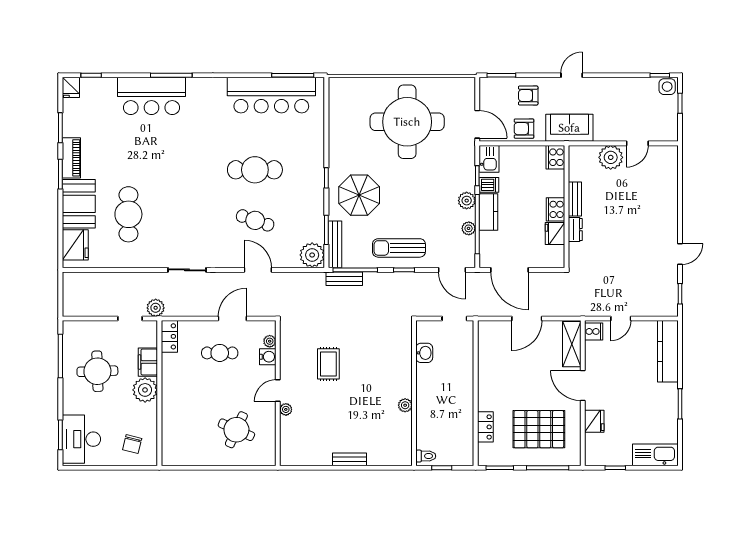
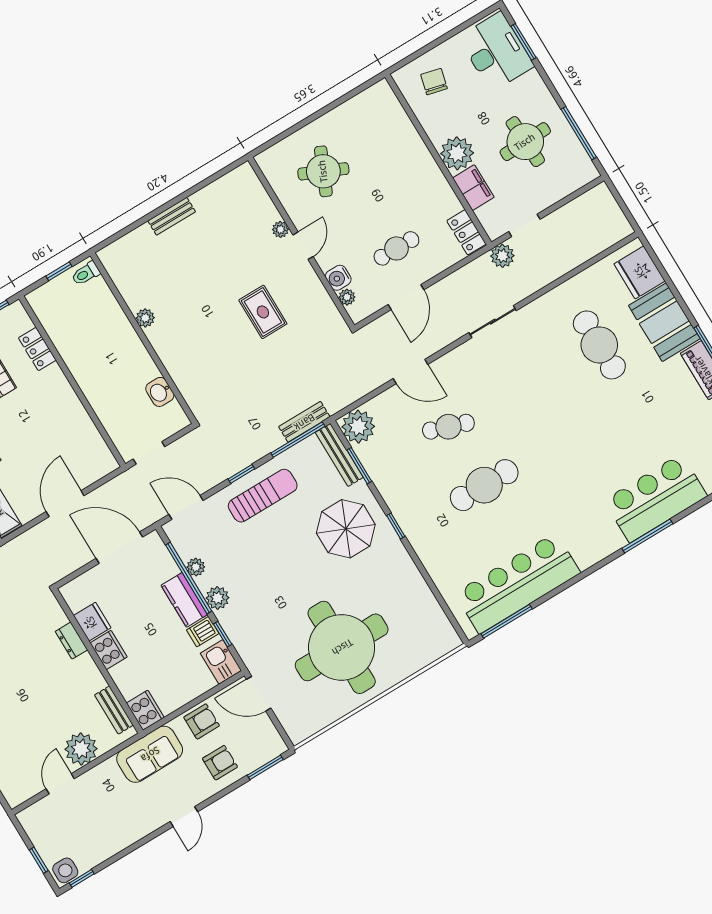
bench: (575, 199) -> (114, 710), moved

